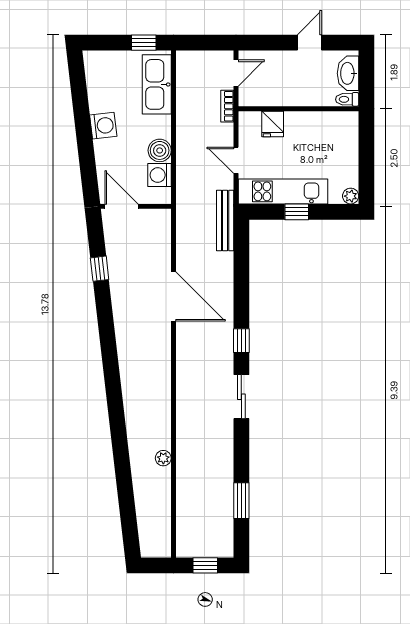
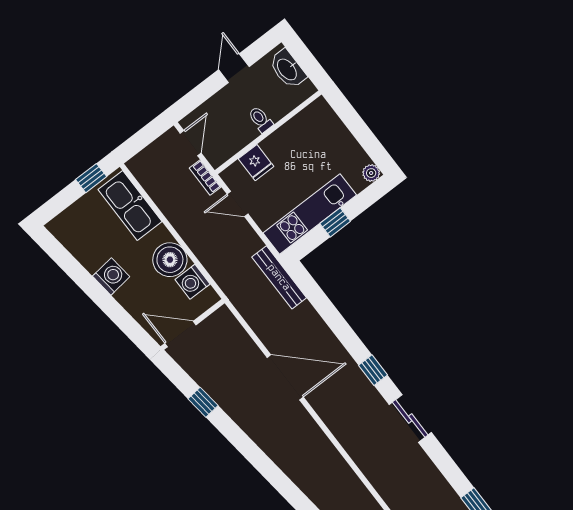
toilet: (347, 99) -> (260, 119), moved, turned 90
boiler: (160, 150) -> (170, 260), width x1.37, depth x1.37
door: (236, 160) -> (238, 204), moved

